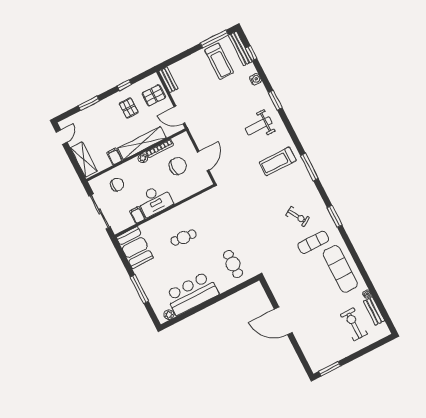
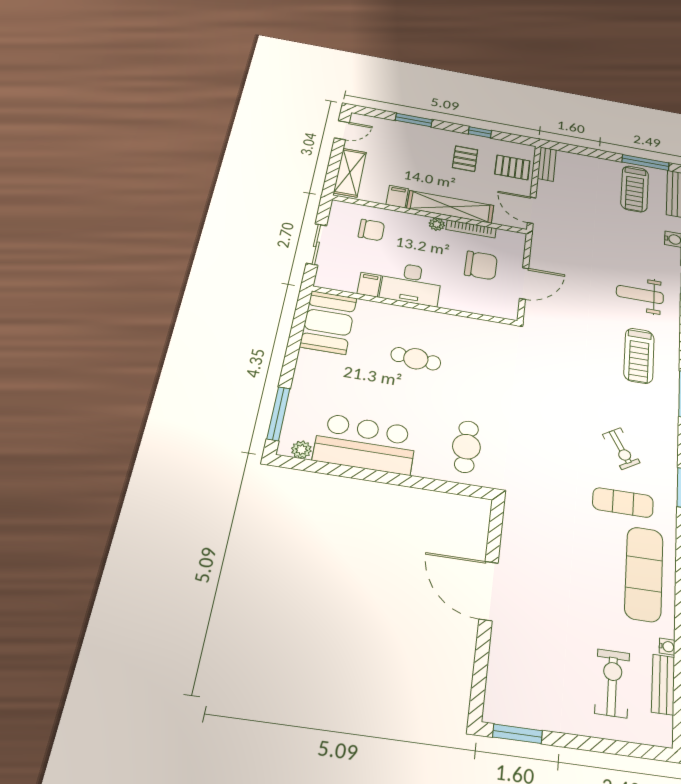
treadmill: (278, 161) -> (639, 356), turned -90
sliding door: (100, 211) -> (316, 244), width x0.73
window: (139, 289) -> (279, 414), moved

